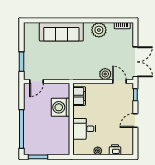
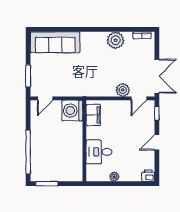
sofa: (61, 32) -> (55, 42), moved
door: (119, 81) -> (139, 98), swing flipped
washing machine: (61, 107) -> (72, 111), moved
printer: (115, 150) -> (148, 176), moved

